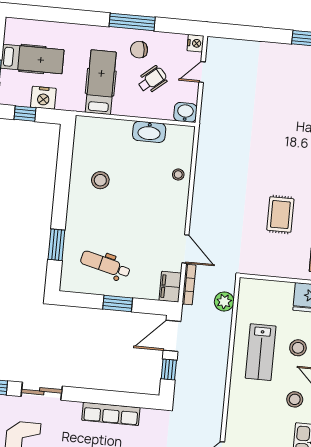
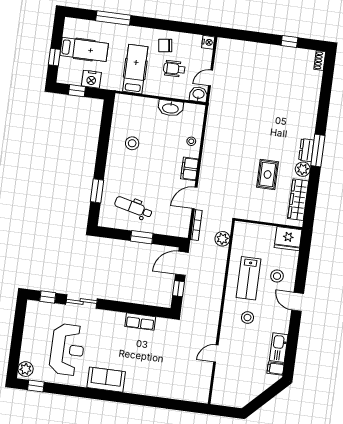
window: (132, 22) -> (113, 18), moved
door: (202, 72) -> (211, 78), moved
wheelchair: (152, 80) -> (174, 69), turned -140
door: (185, 249) -> (195, 198), swing flipped
filing cabinet: (170, 287) -> (190, 169), moved
stool: (295, 399) -> (247, 318), moved
row of seats: (111, 414) -> (140, 322), width x0.68

